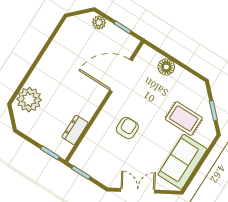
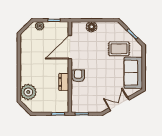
armchair: (127, 128) -> (78, 76), moved
dresser: (75, 130) -> (64, 82), moved

